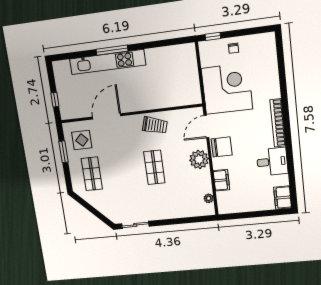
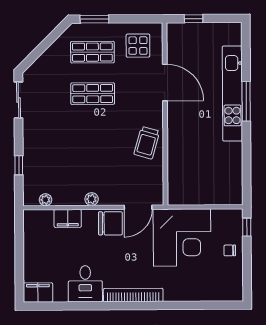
door: (206, 127) -> (138, 207), swing flipped
chair: (222, 147) -> (110, 223), turned -90
window: (63, 152) -> (94, 19), moved
plant: (199, 159) -> (92, 199), width x0.53, depth x0.53
shop shelf: (154, 167) -> (93, 94), moved
window: (184, 221) -> (19, 165), added

